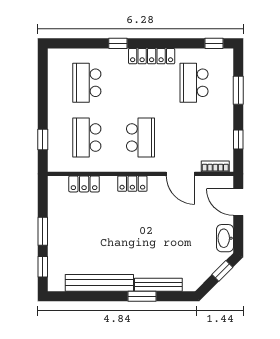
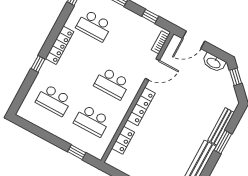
school desk: (140, 137) -> (112, 84), turned 180
locker: (132, 184) -> (141, 107), width x1.53

